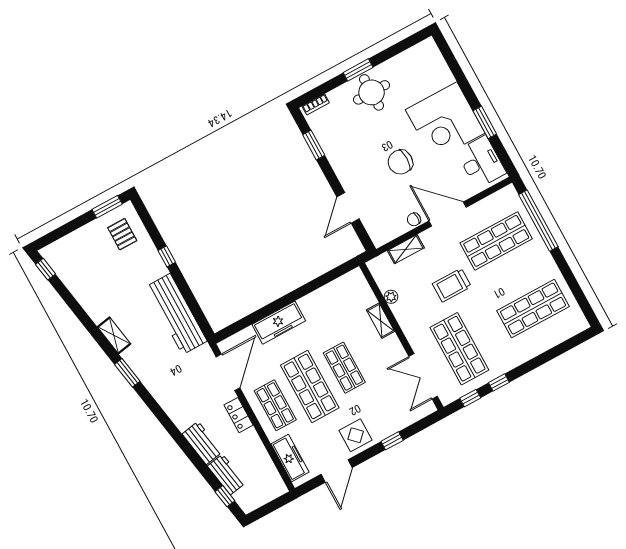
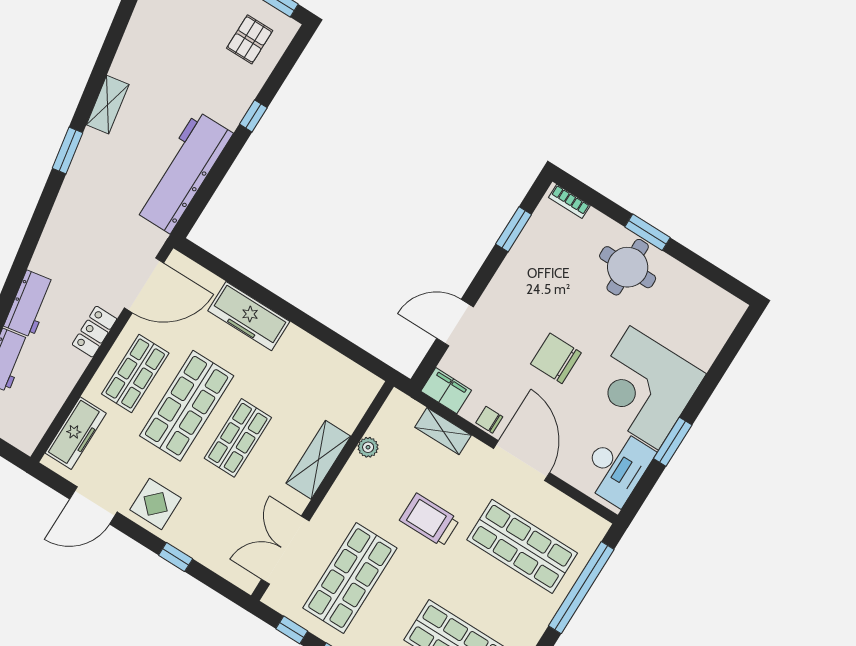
filing cabinet: (384, 234) -> (446, 391), added
shelving: (381, 321) -> (318, 460), width x1.50, depth x1.33

